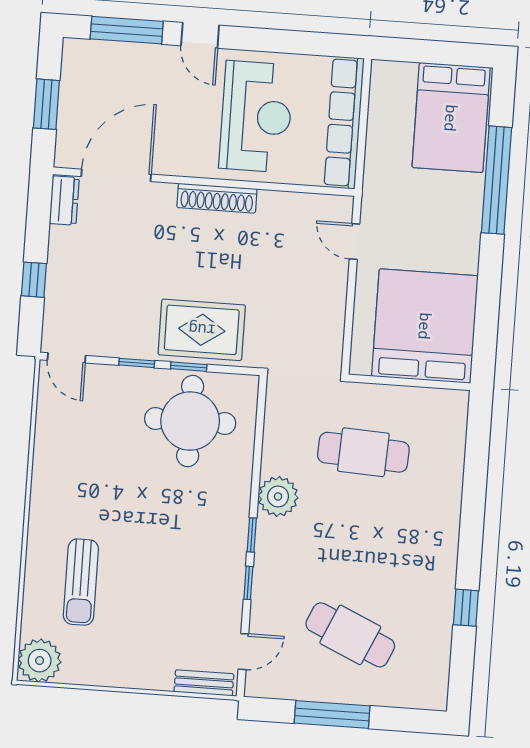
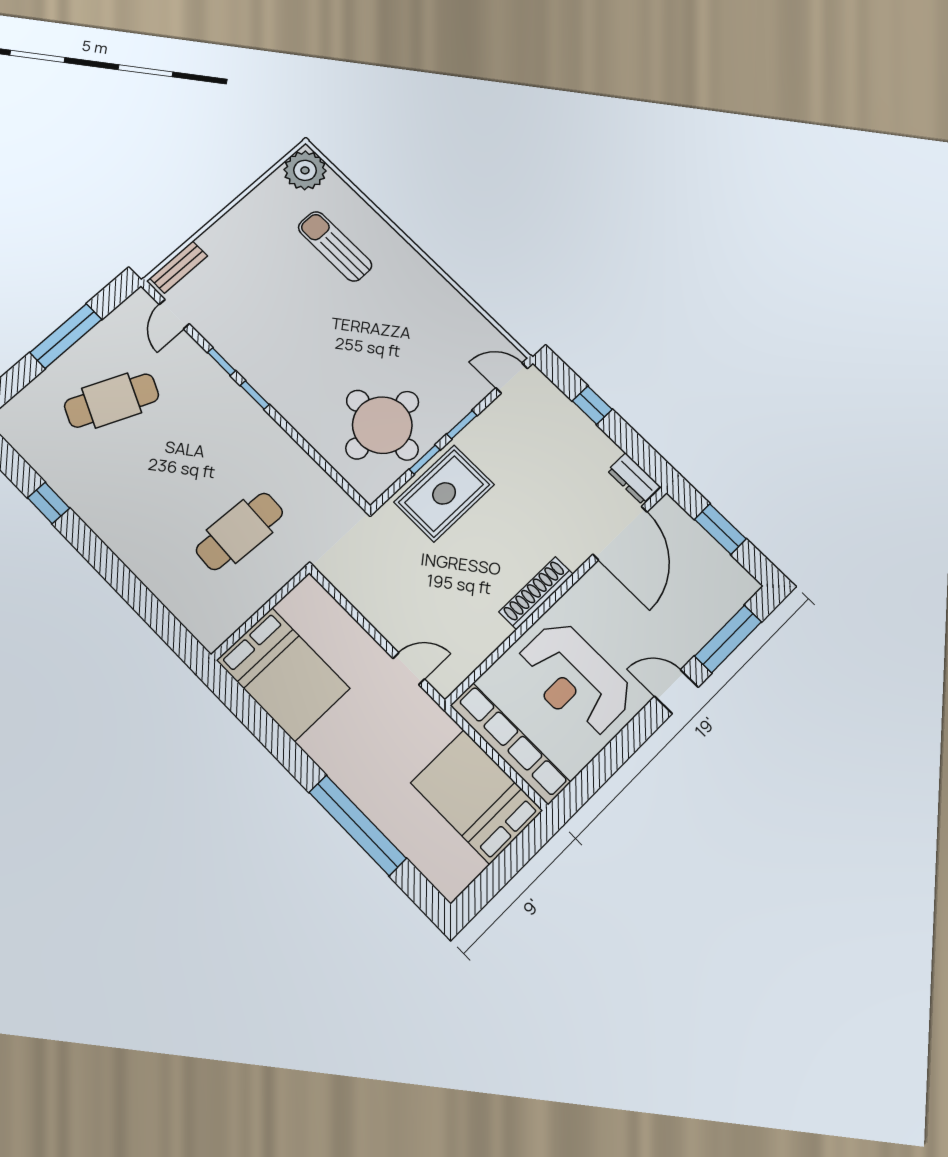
bed: (451, 118) -> (477, 797), moved
bed: (425, 326) -> (283, 674), width x0.73
plant: (278, 497) -> (265, 439), removed

